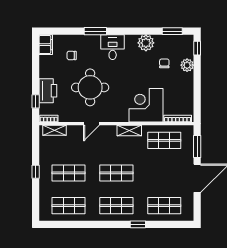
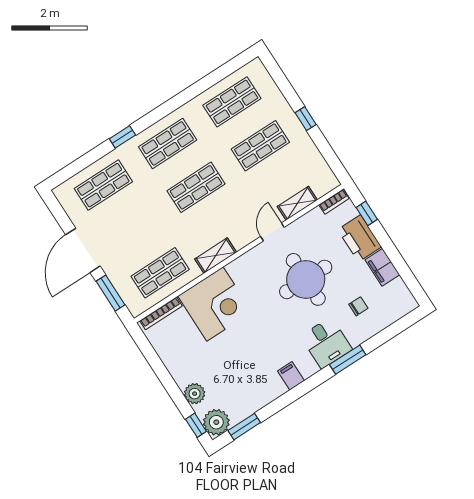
filing cabinet: (131, 42) -> (291, 376), added
plant: (146, 43) -> (216, 422), moved
filing cabinet: (46, 45) -> (382, 267), moved
desk: (113, 47) -> (326, 343), moved
chair: (164, 63) -> (227, 376), removed
shelving: (54, 130) -> (297, 203), moved

